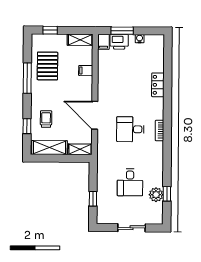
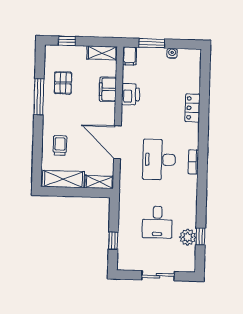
printer: (119, 42) -> (130, 94), moved, turned -90
pallet: (47, 66) -> (63, 83), width x0.67, depth x0.71
filing cabinet: (86, 71) -> (108, 89), width x2.00
window: (27, 126) -> (37, 153), removed
desk: (130, 129) -> (159, 160), width x1.37

